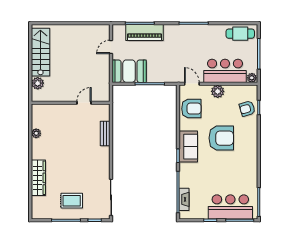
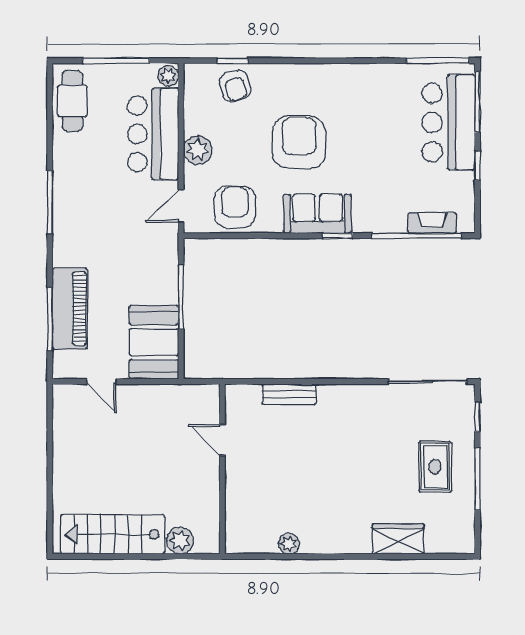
wardrobe: (38, 178) -> (398, 539), width x0.67

